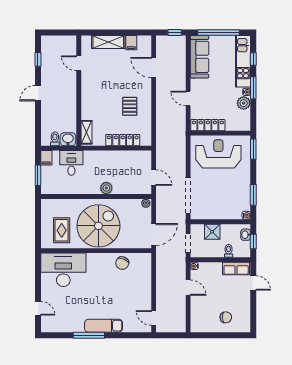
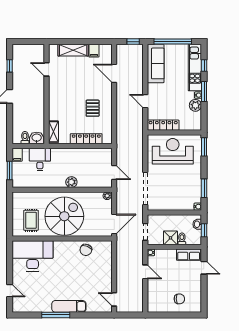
shower: (212, 232) -> (170, 238), moved

